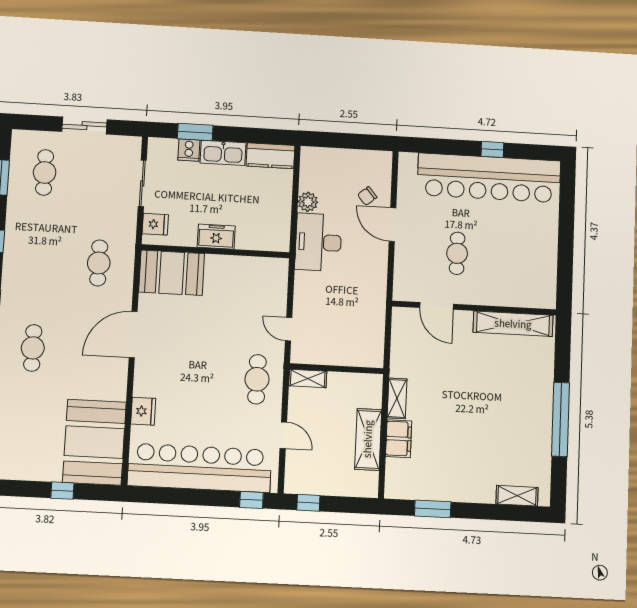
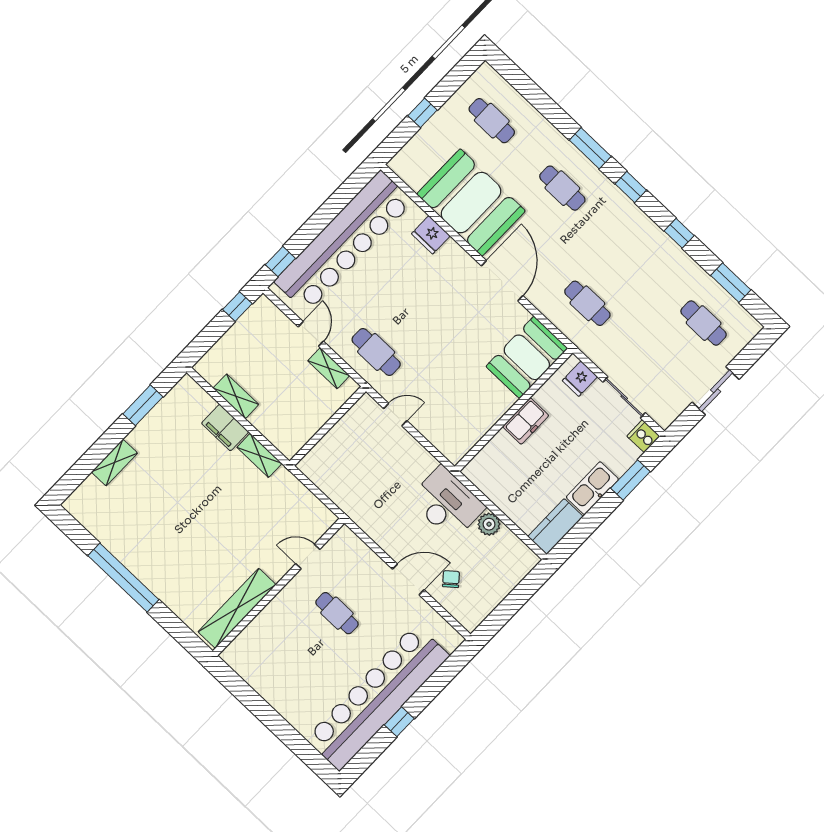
cooker: (189, 150) -> (643, 436), moved
door: (436, 306) -> (308, 556), width x0.73
shelving: (308, 378) -> (329, 368), moved, turned 90
door: (283, 435) -> (311, 334), swing flipped
cafe table: (27, 437) -> (492, 121), added
shelving: (368, 439) -> (236, 396), width x0.67, depth x0.75
booth: (94, 442) -> (471, 203), moved
shelving: (517, 496) -> (114, 463), moved

